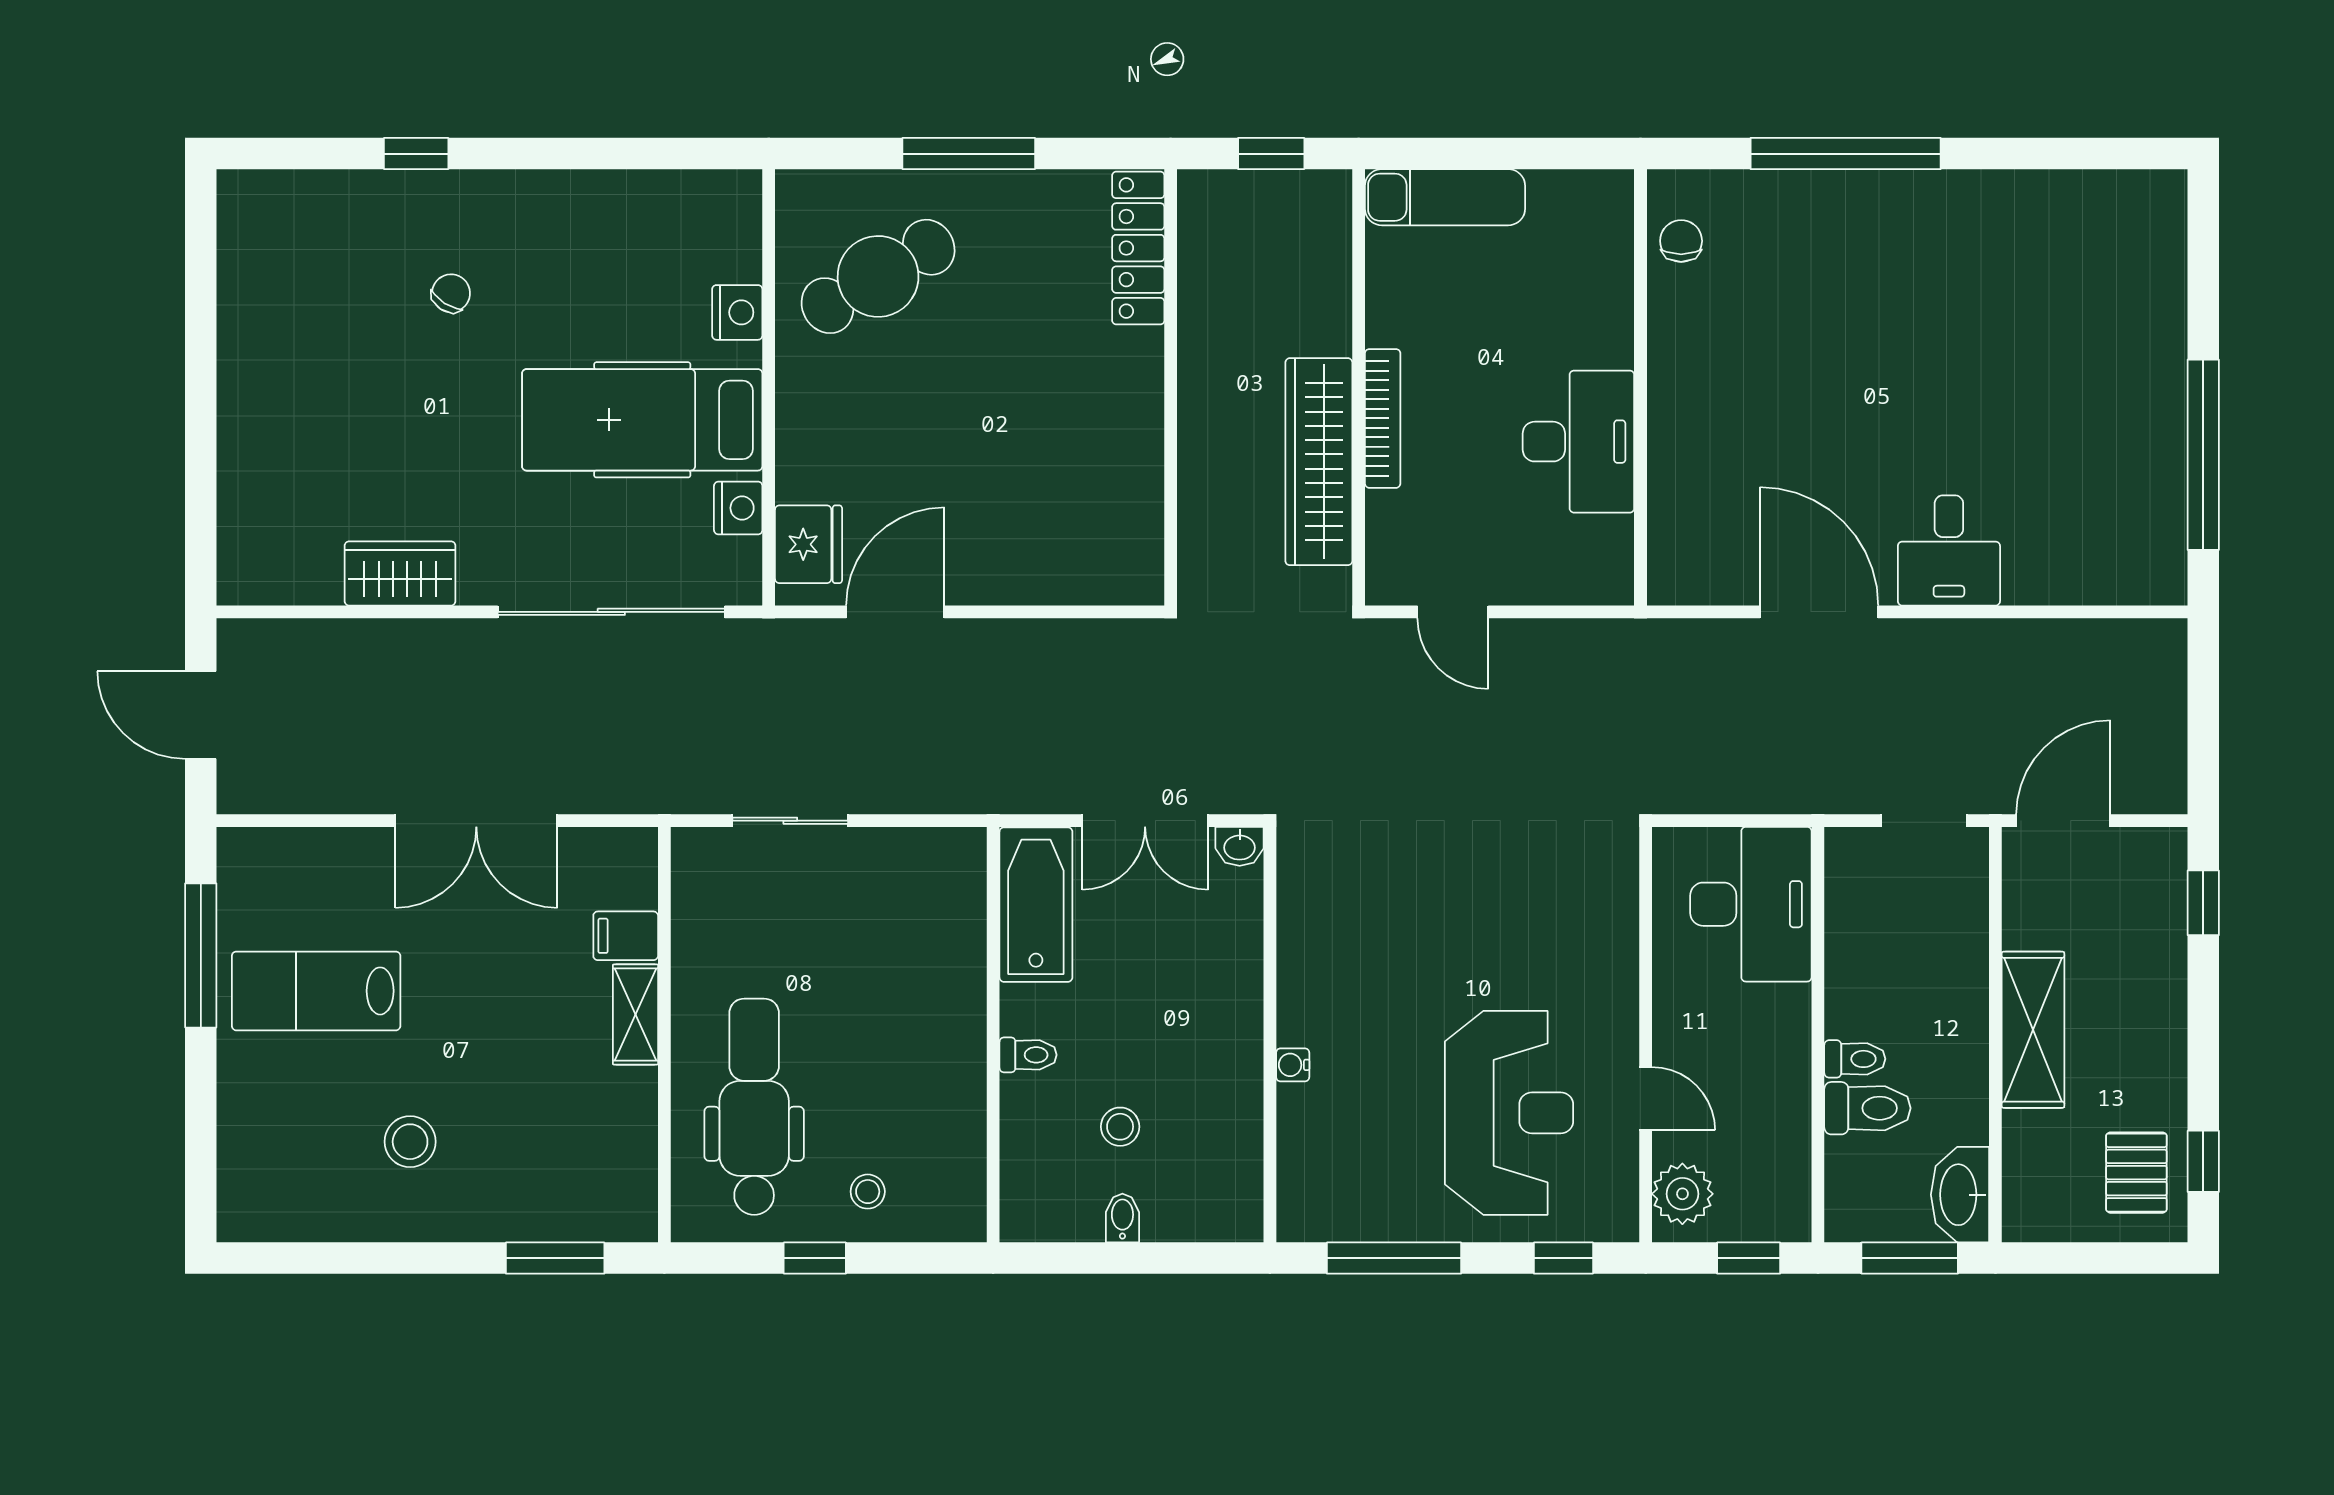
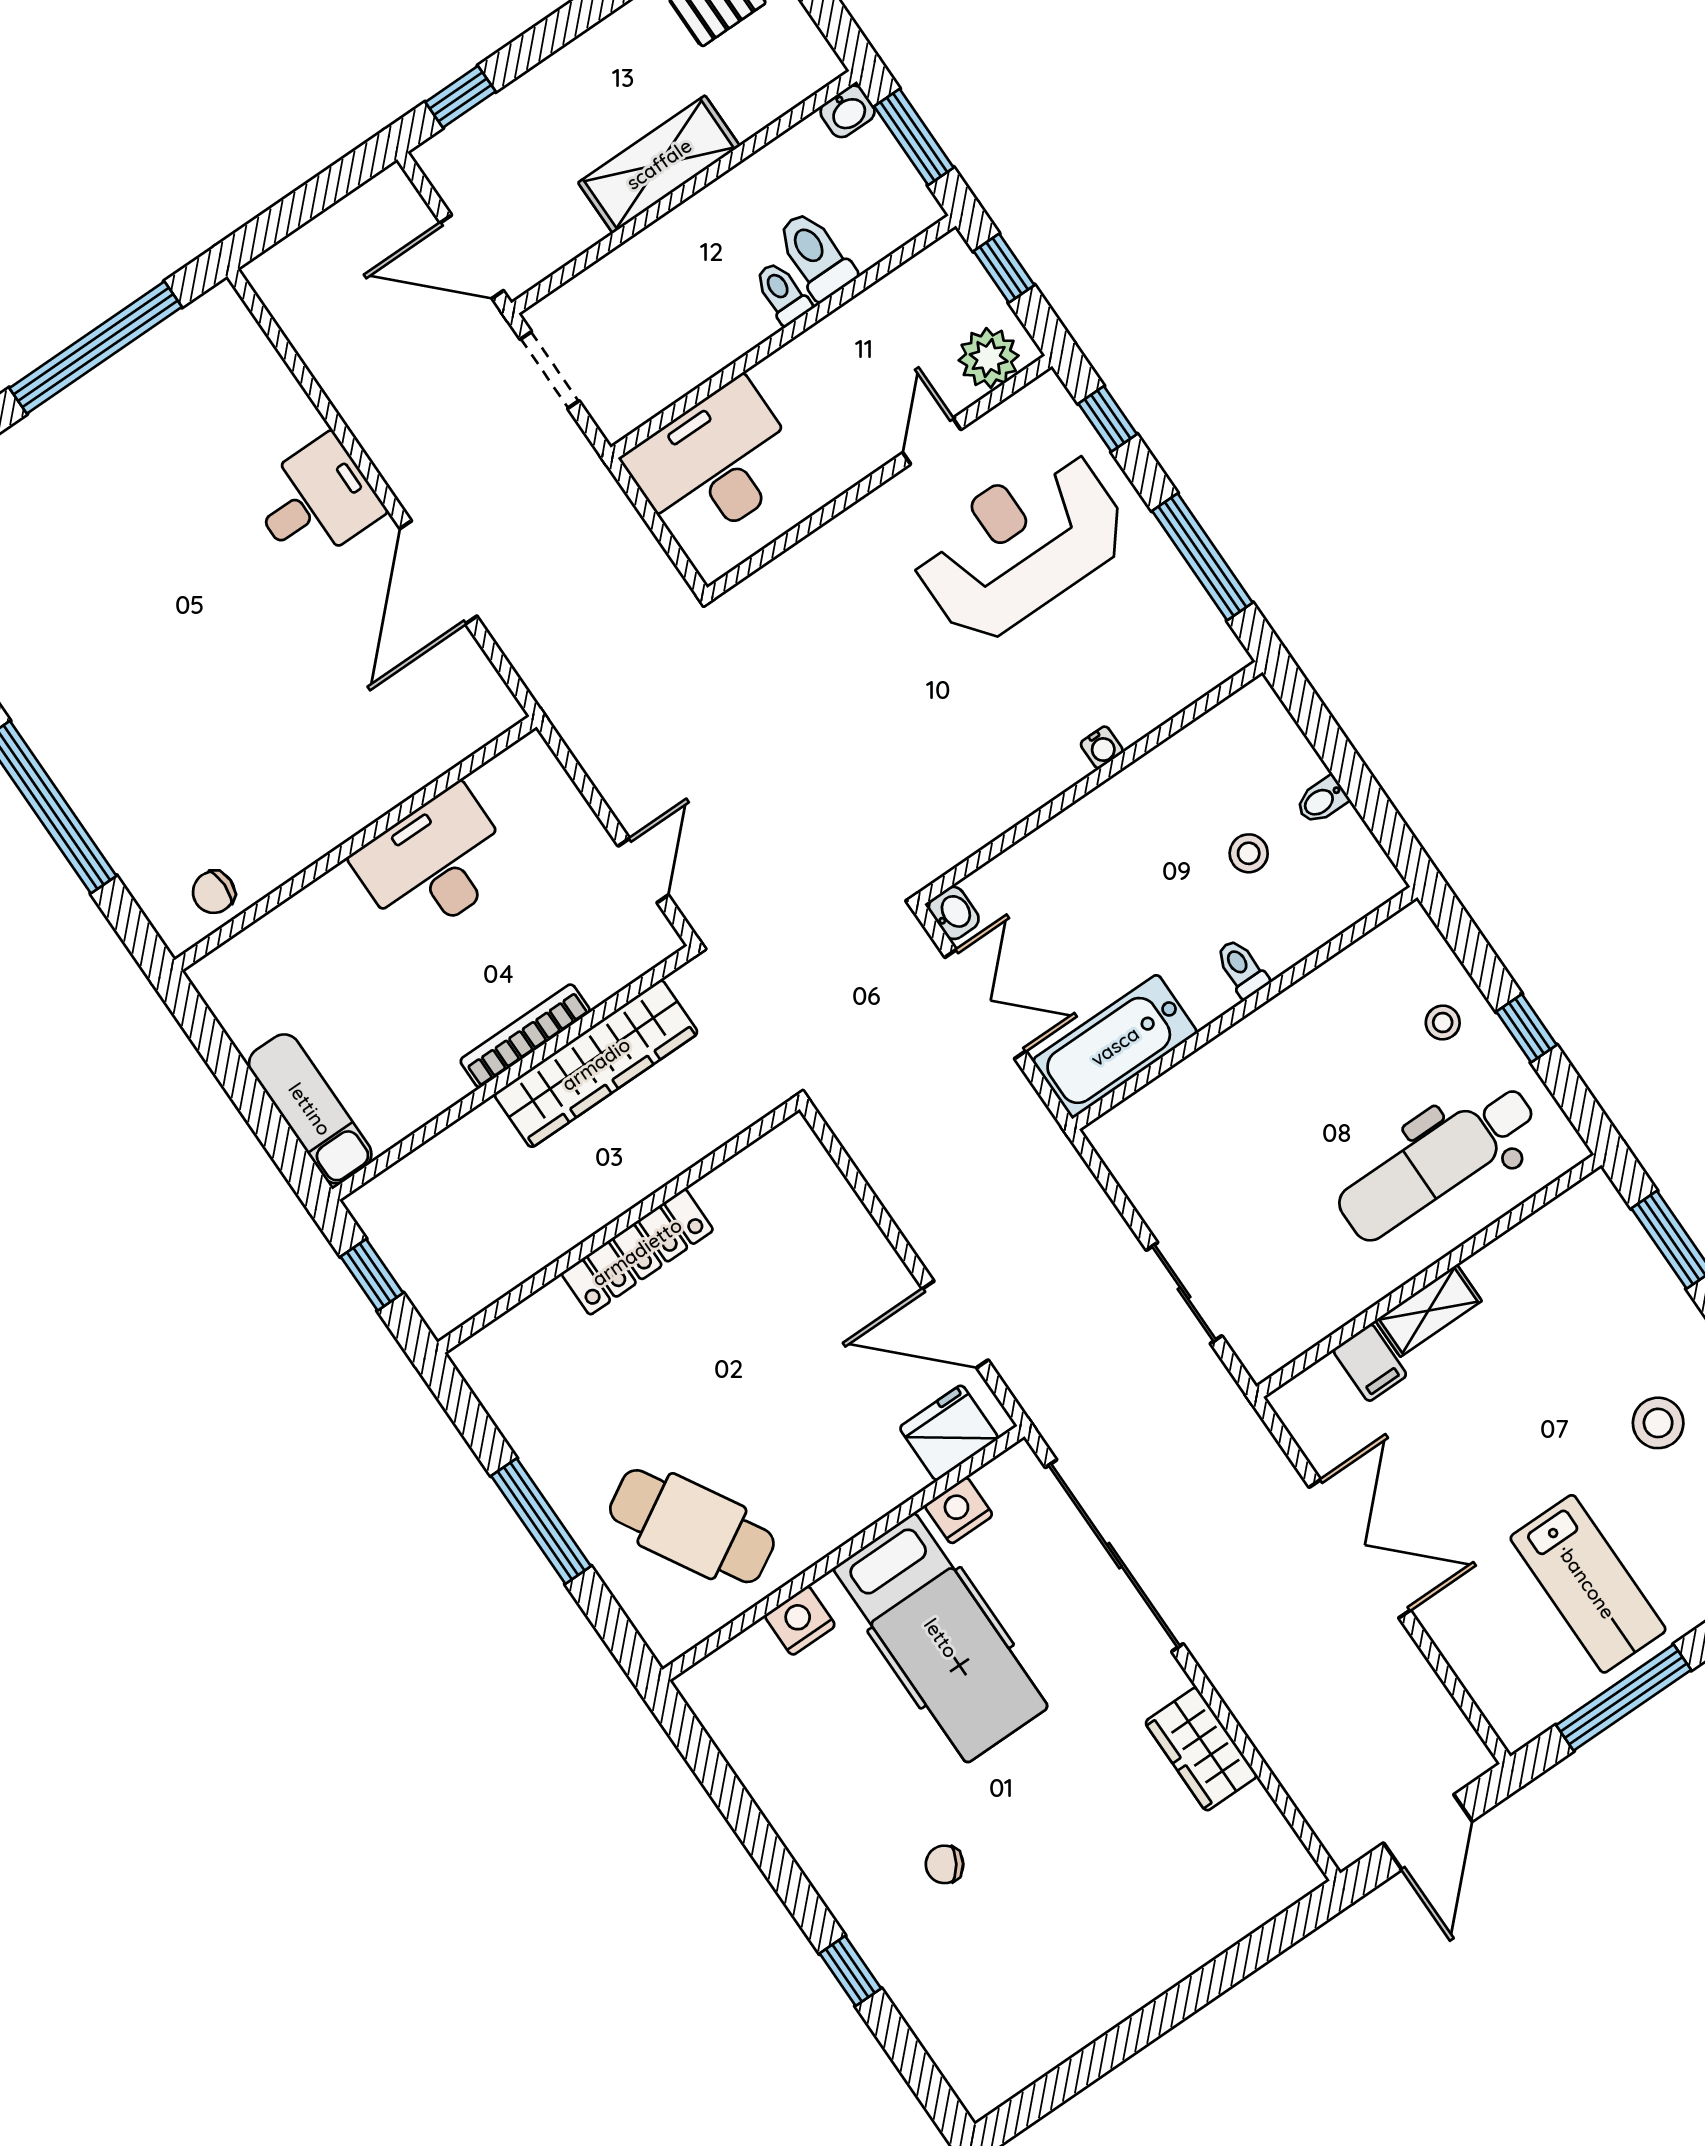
locker: (1138, 248) -> (637, 1252), moved
washbasin: (1960, 1195) -> (848, 111), width x0.52, depth x0.69

